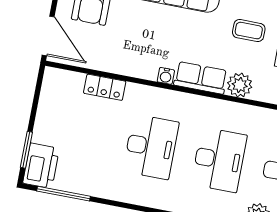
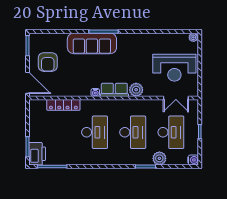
coffee table: (249, 31) -> (135, 59), removed
locker: (105, 87) -> (63, 105), width x1.53

